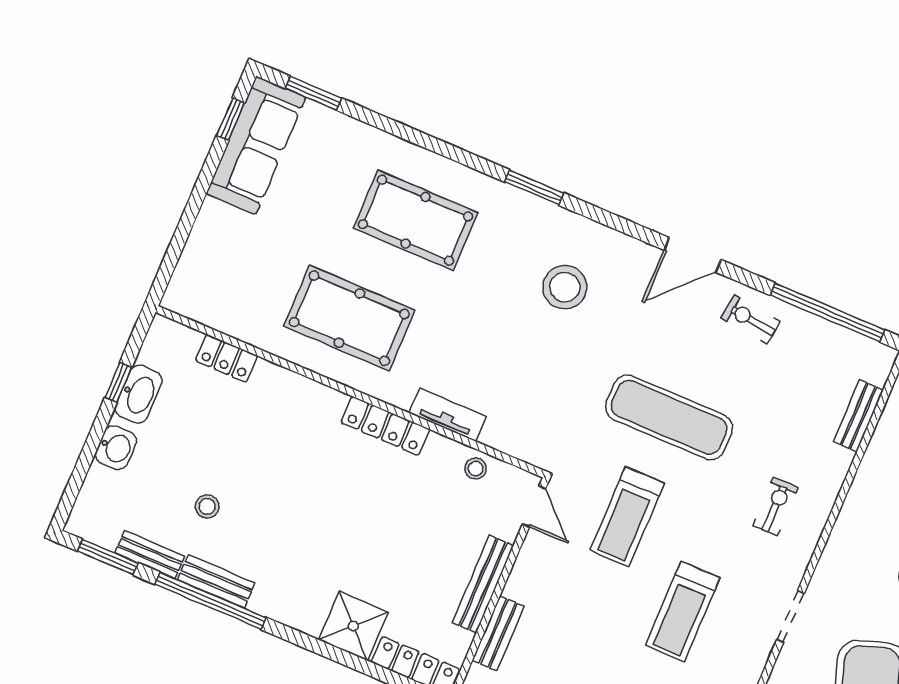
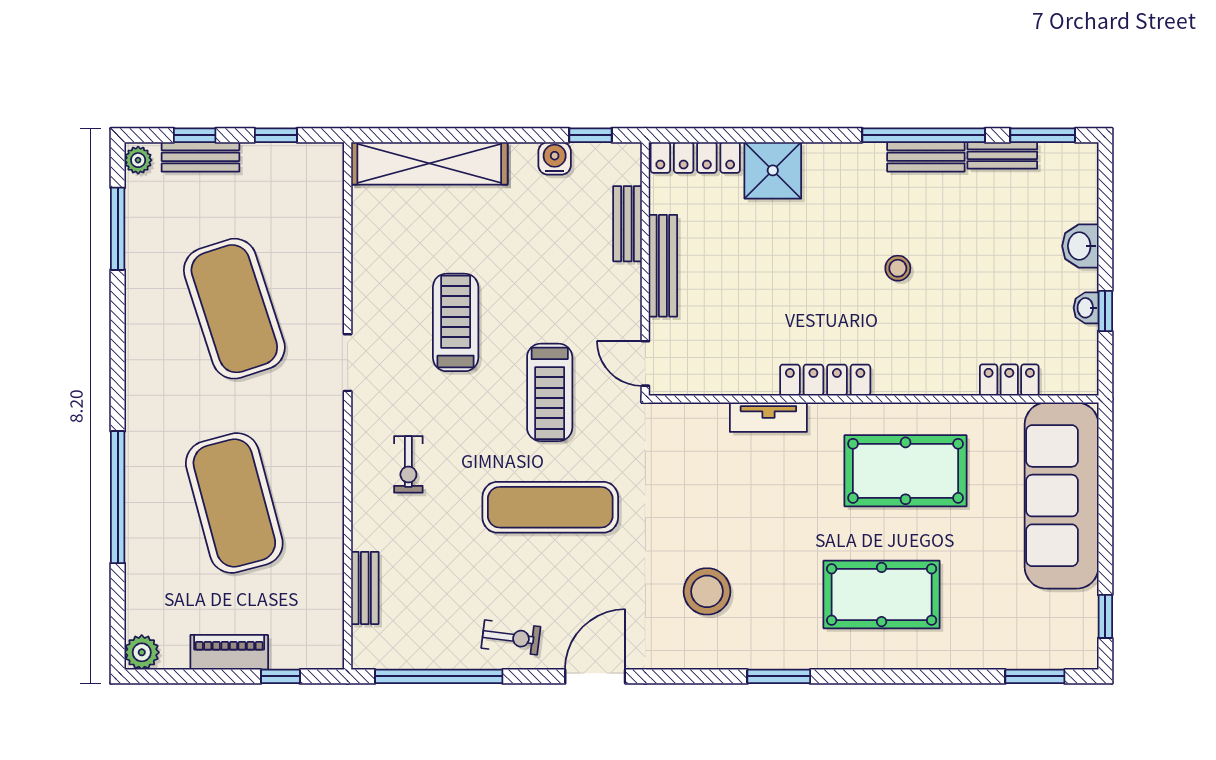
sofa: (256, 145) -> (1062, 496), moved, width x1.36, depth x1.27
washbasin: (139, 394) -> (1086, 308), width x0.52, depth x0.69
stool: (476, 468) -> (719, 376), removed
stool: (207, 506) -> (898, 268), moved
treadmill: (627, 517) -> (550, 392), turned 180

